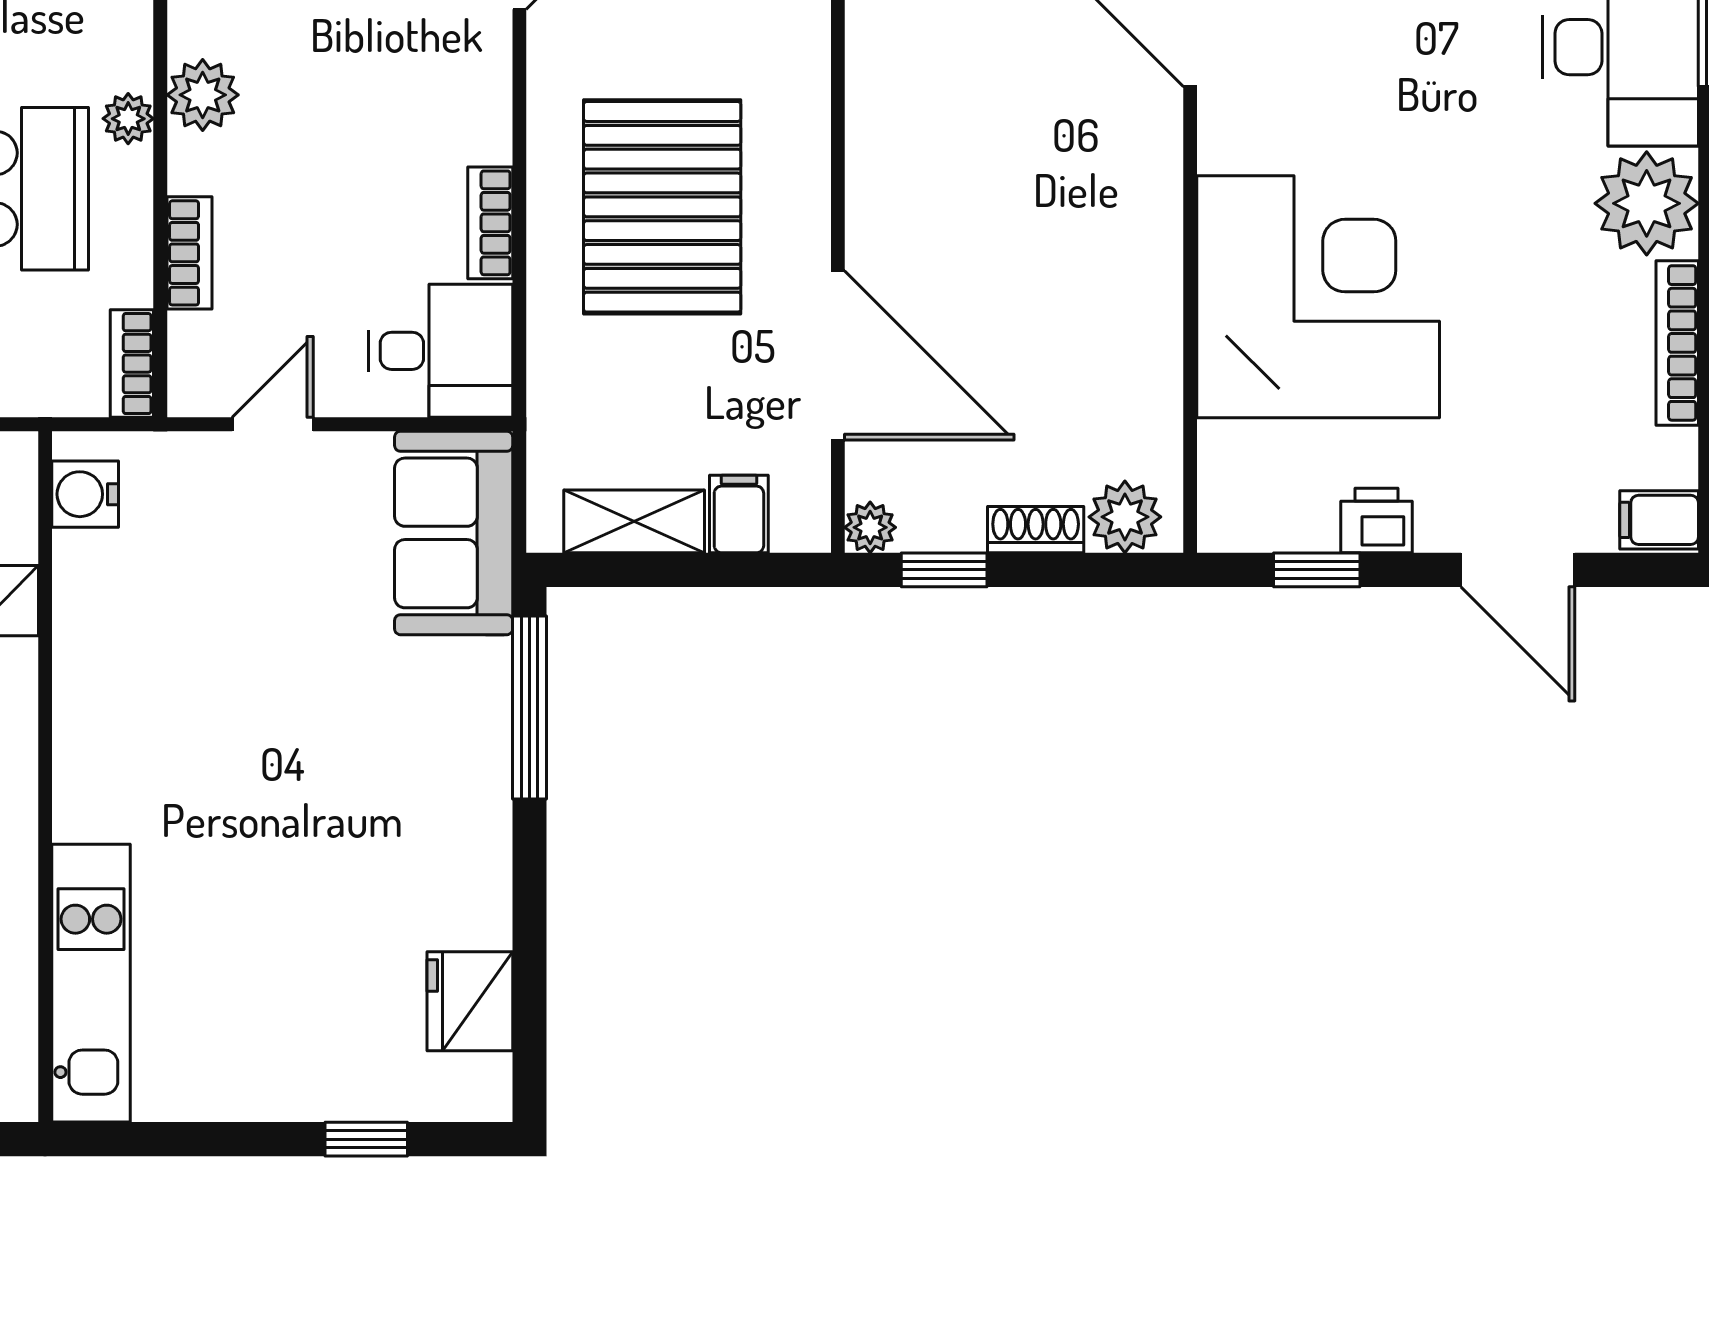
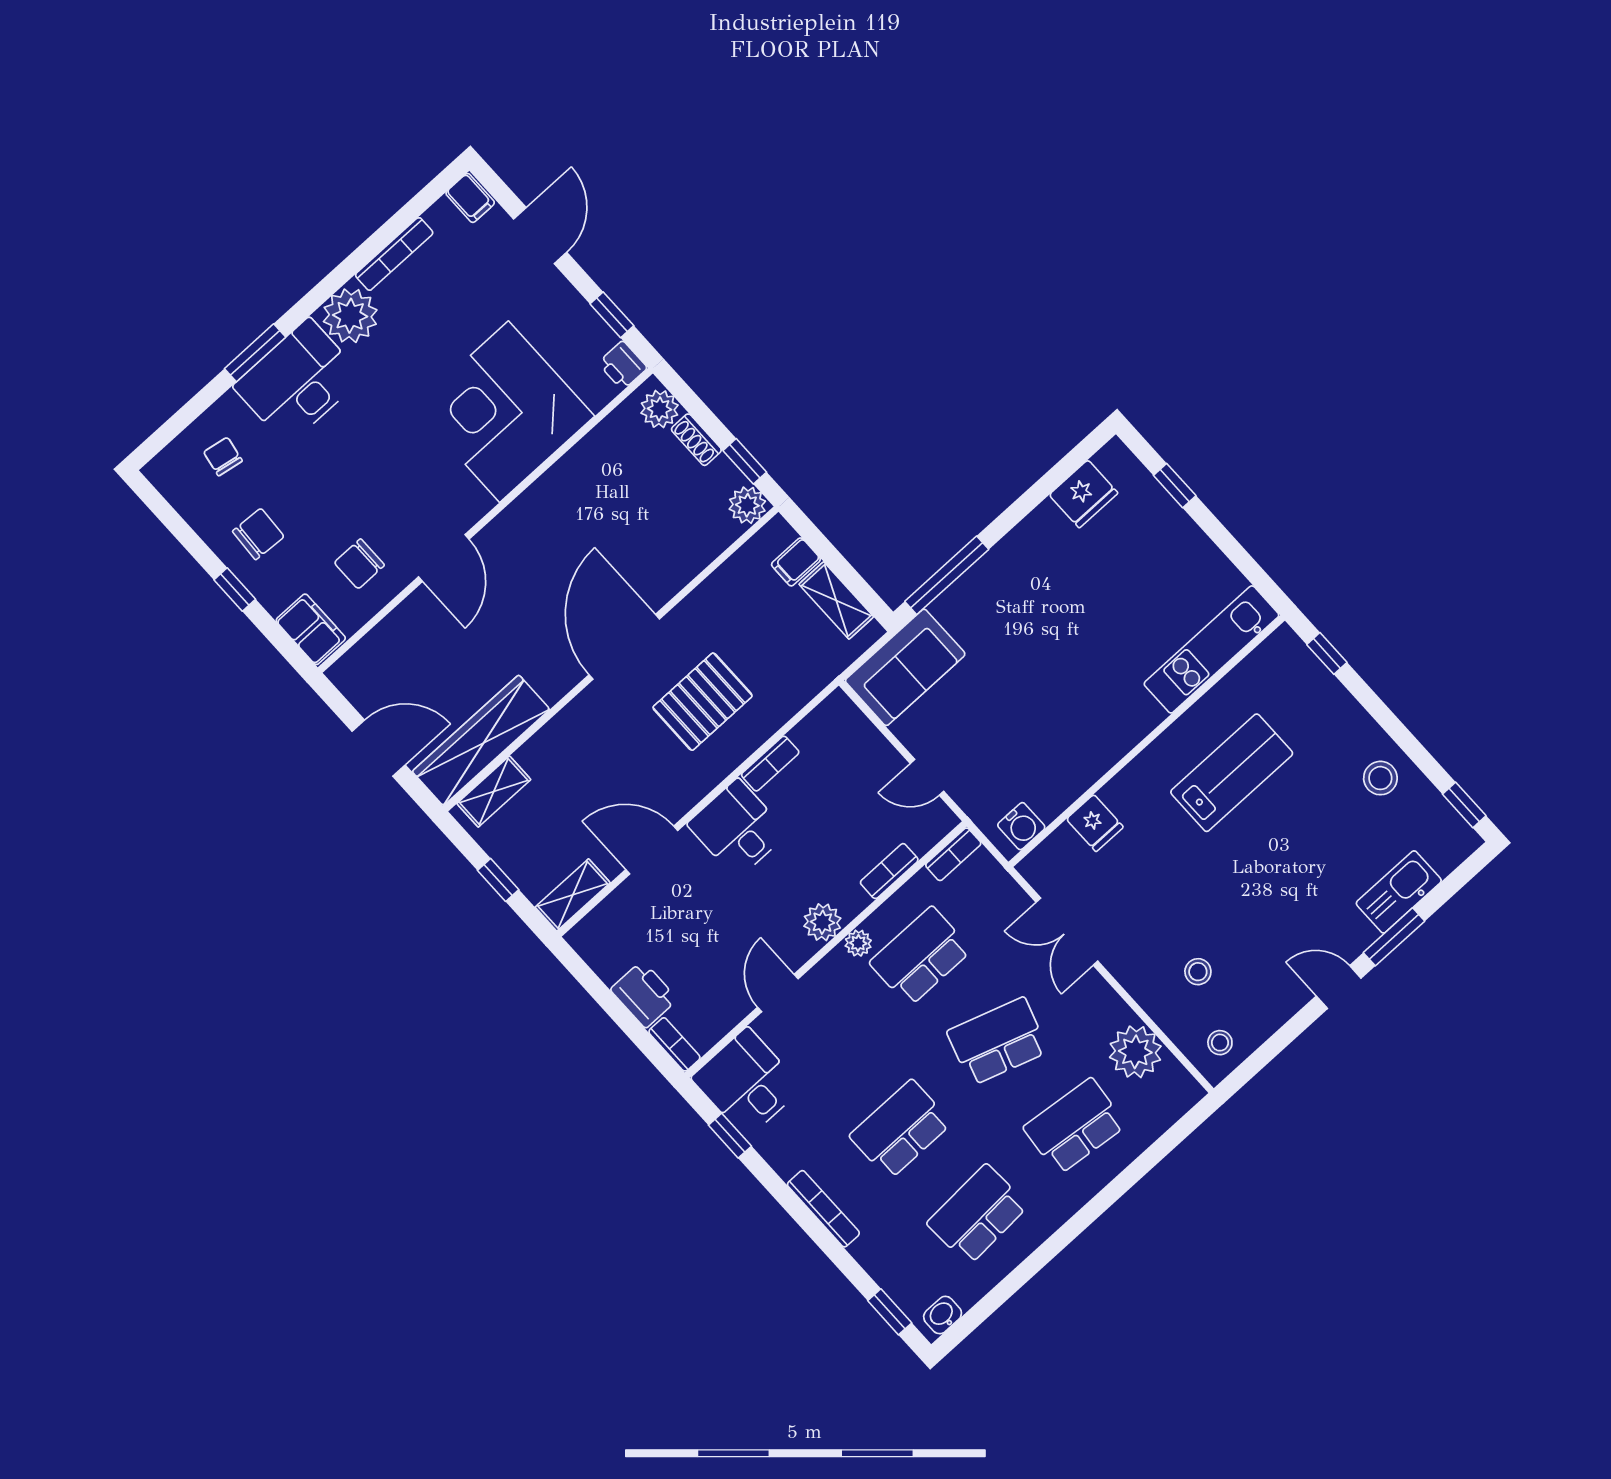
pallet: (662, 207) -> (703, 702), width x0.73, depth x0.71
desk: (441, 351) -> (737, 829), moved
door: (838, 356) -> (624, 647), moved
printer: (1376, 521) -> (623, 365), moved
plant: (870, 527) -> (747, 505), width x1.38, depth x1.38

